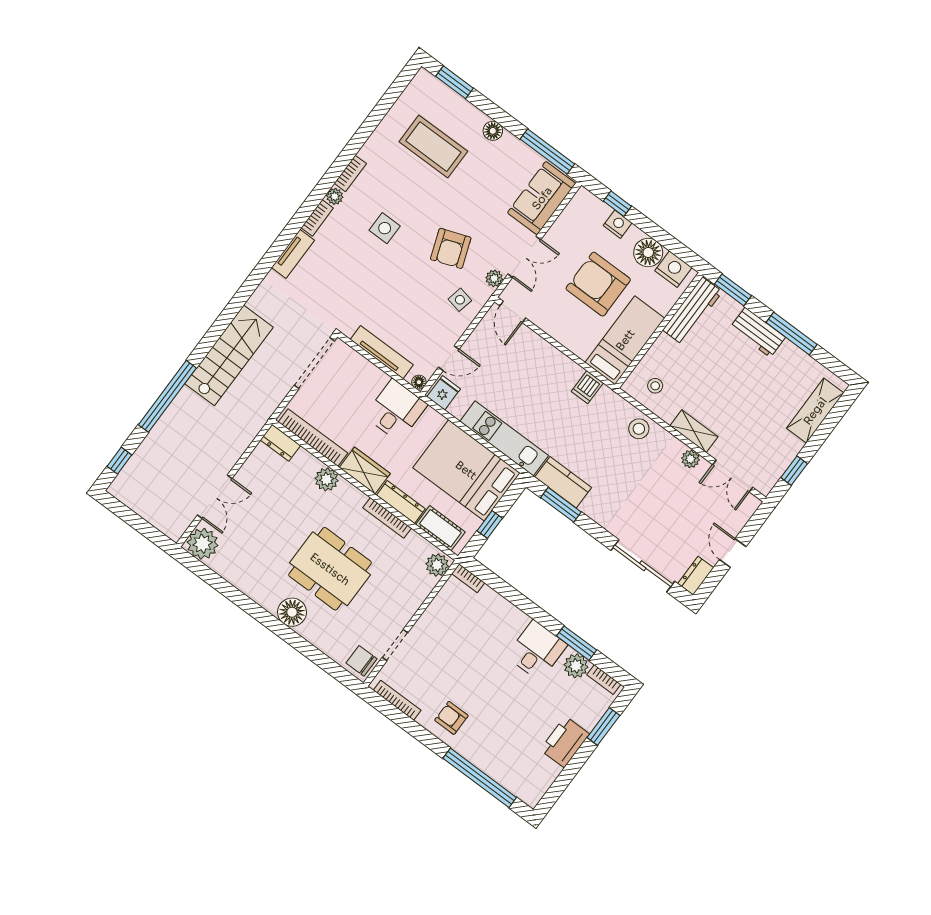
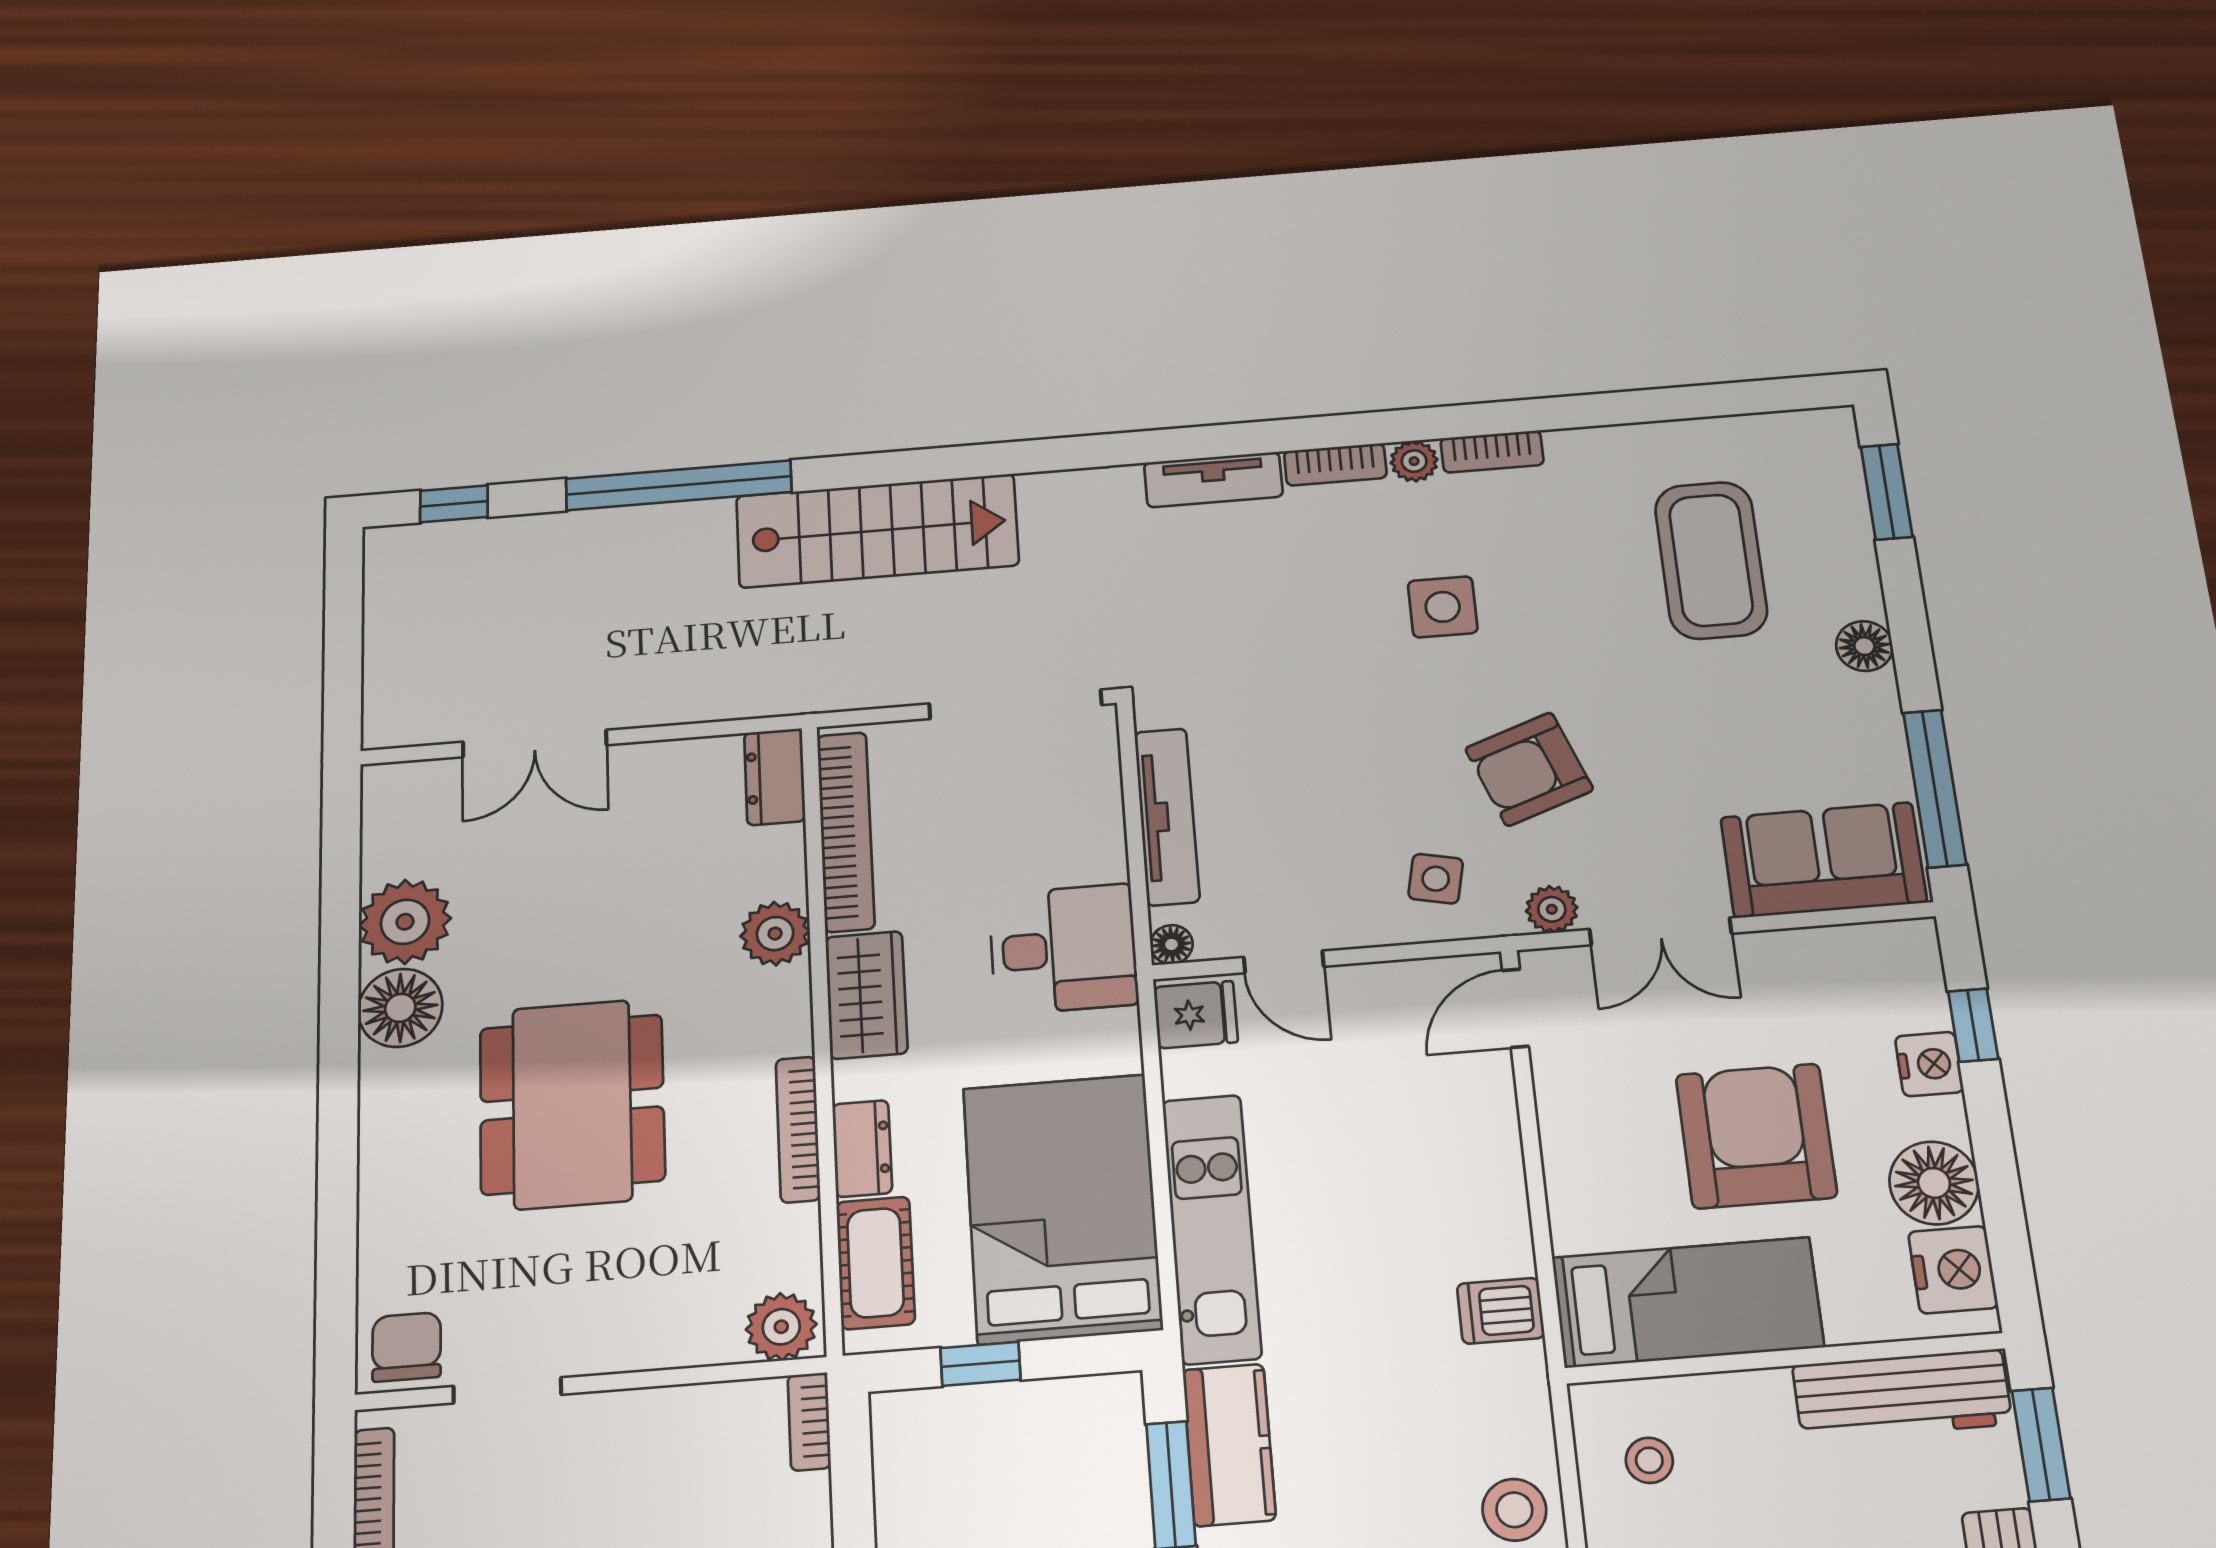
dresser: (401, 502) -> (862, 1149), width x0.70
plant: (203, 544) -> (405, 922), moved
floor lamp: (292, 612) -> (400, 1008), moved

